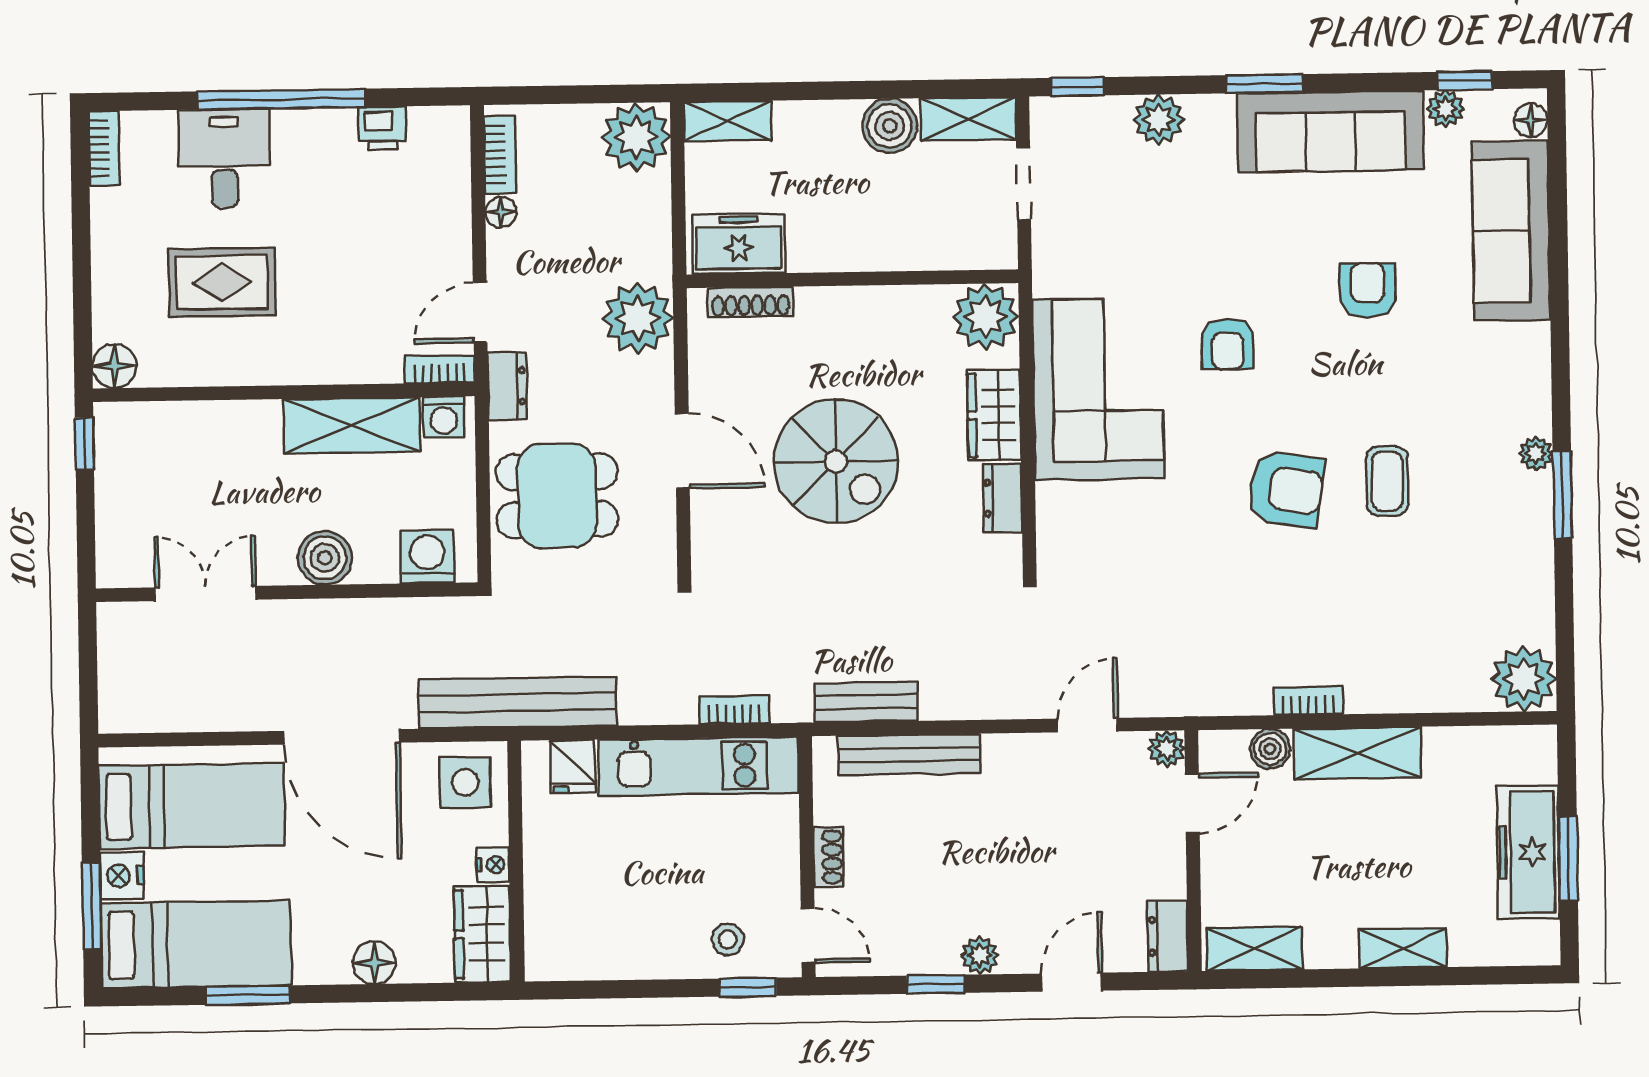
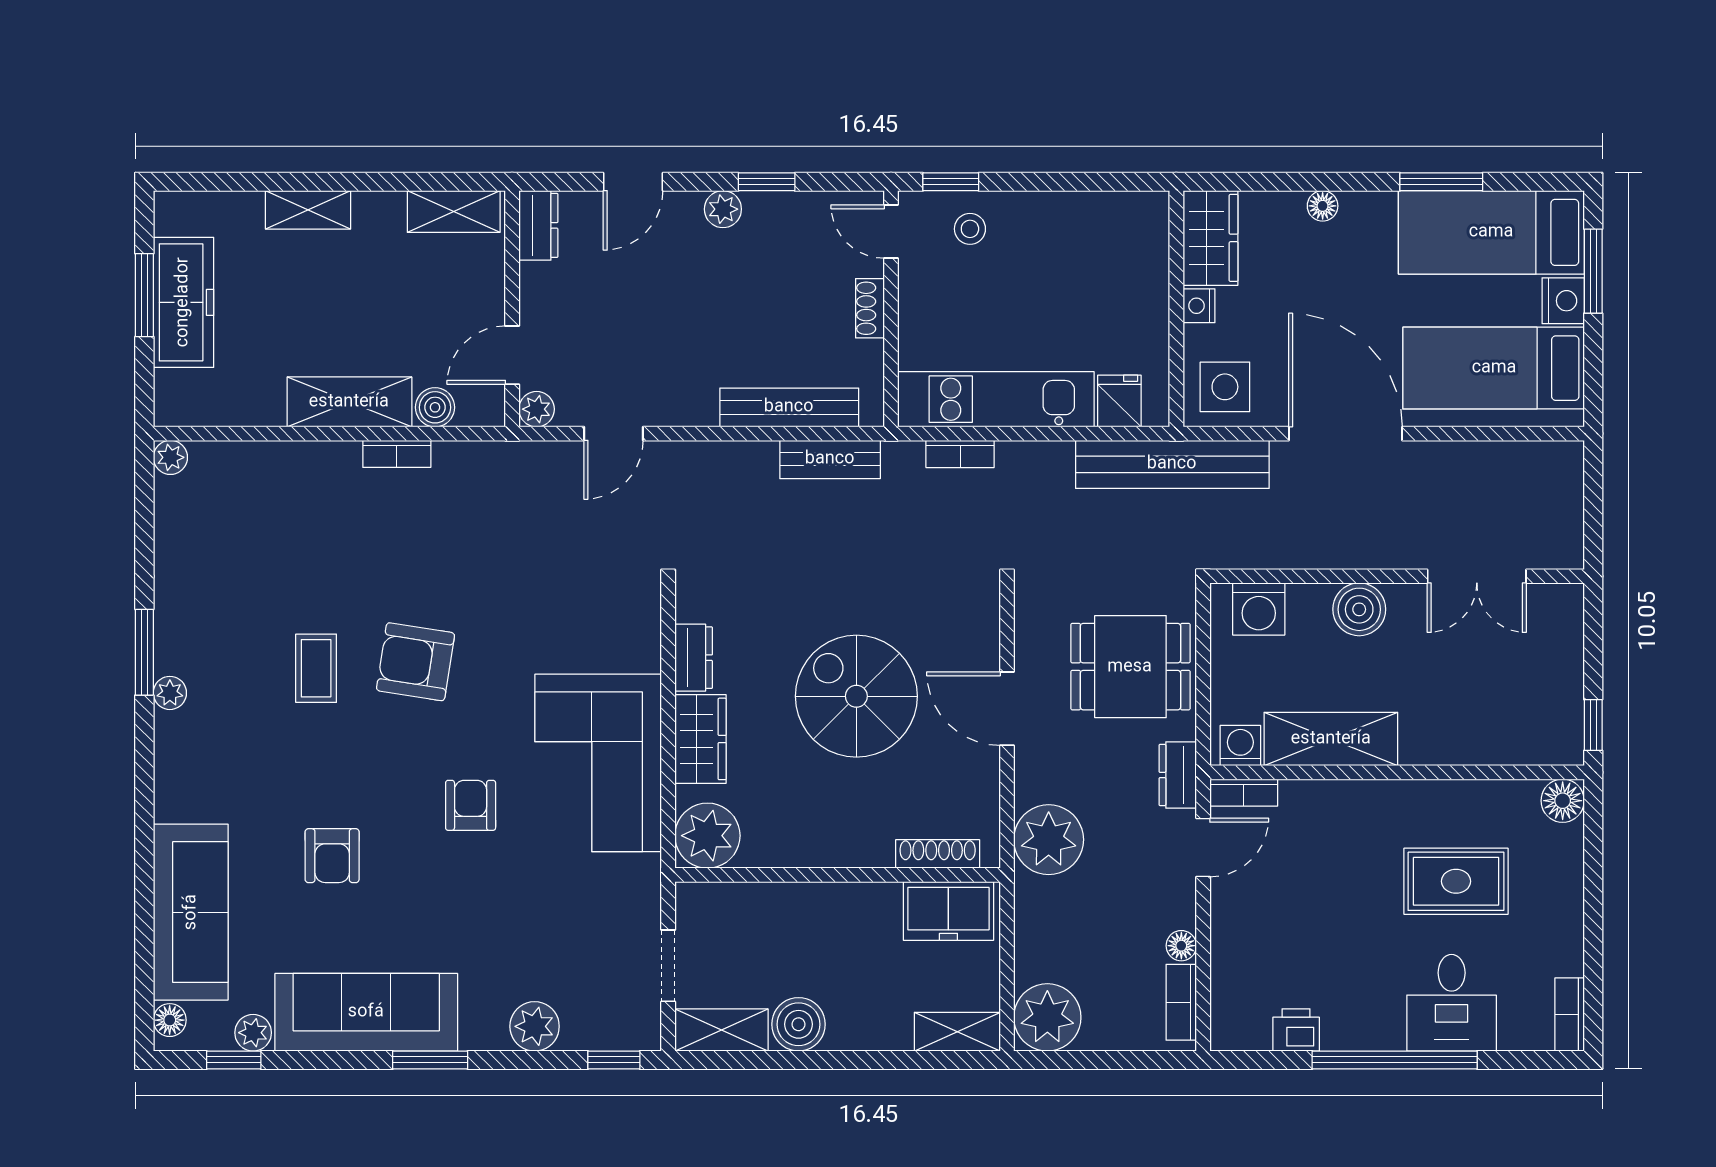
plant: (1524, 679) -> (170, 457), width x0.53, depth x0.53
floor lamp: (374, 963) -> (1323, 206), width x0.73, depth x0.73

